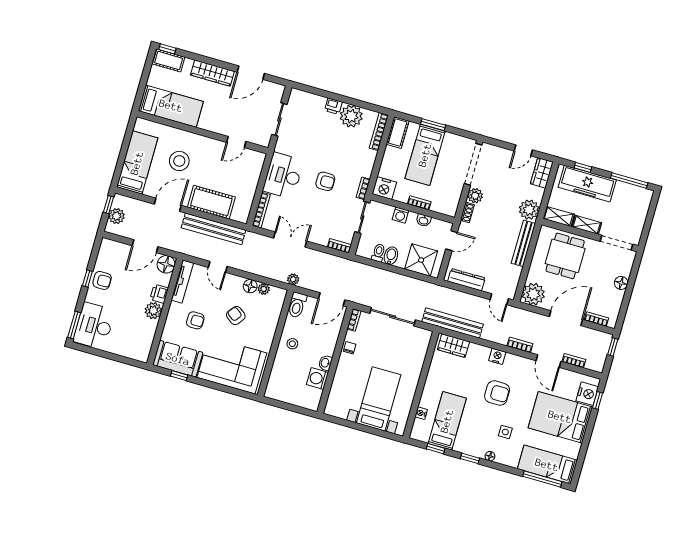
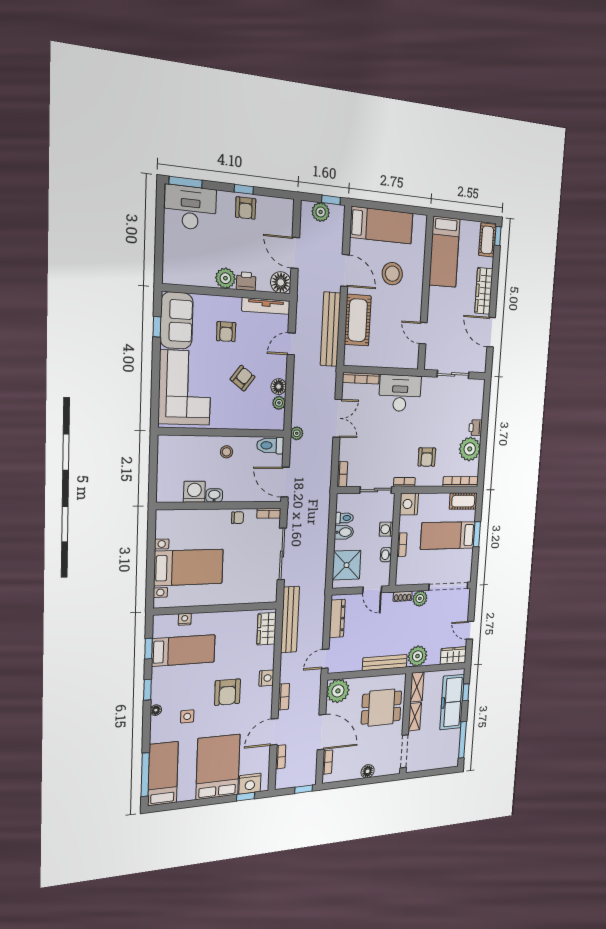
armchair: (325, 181) -> (427, 457), moved

